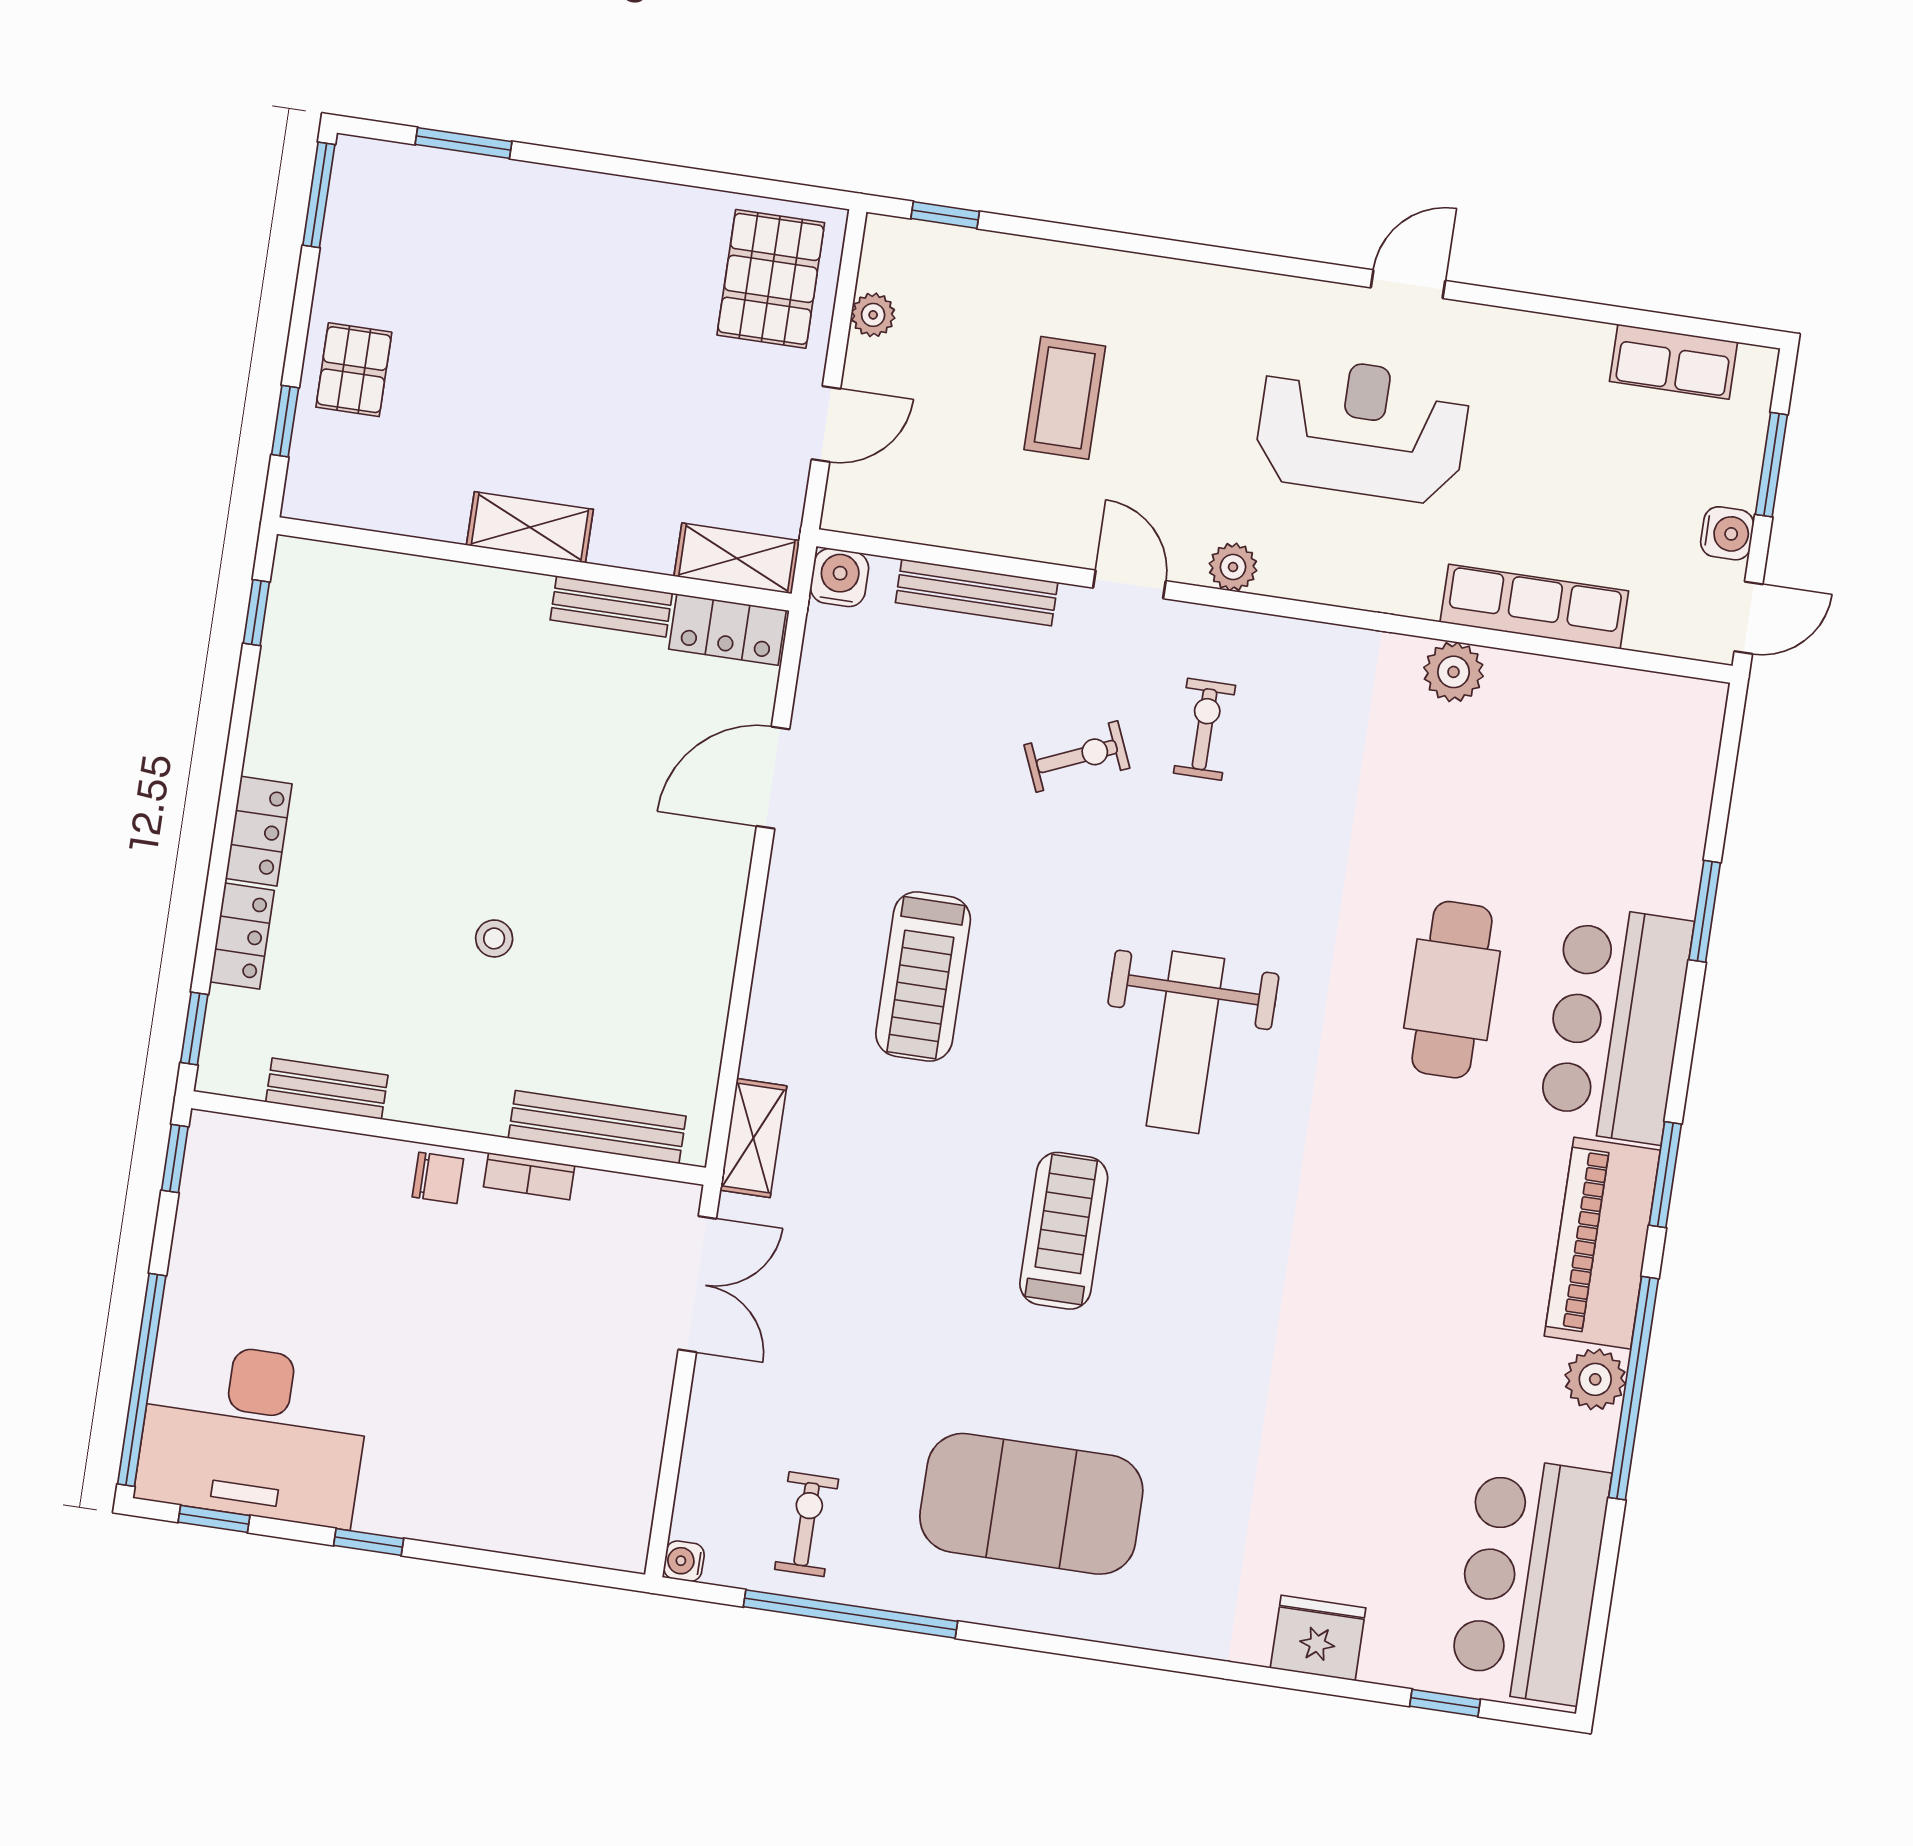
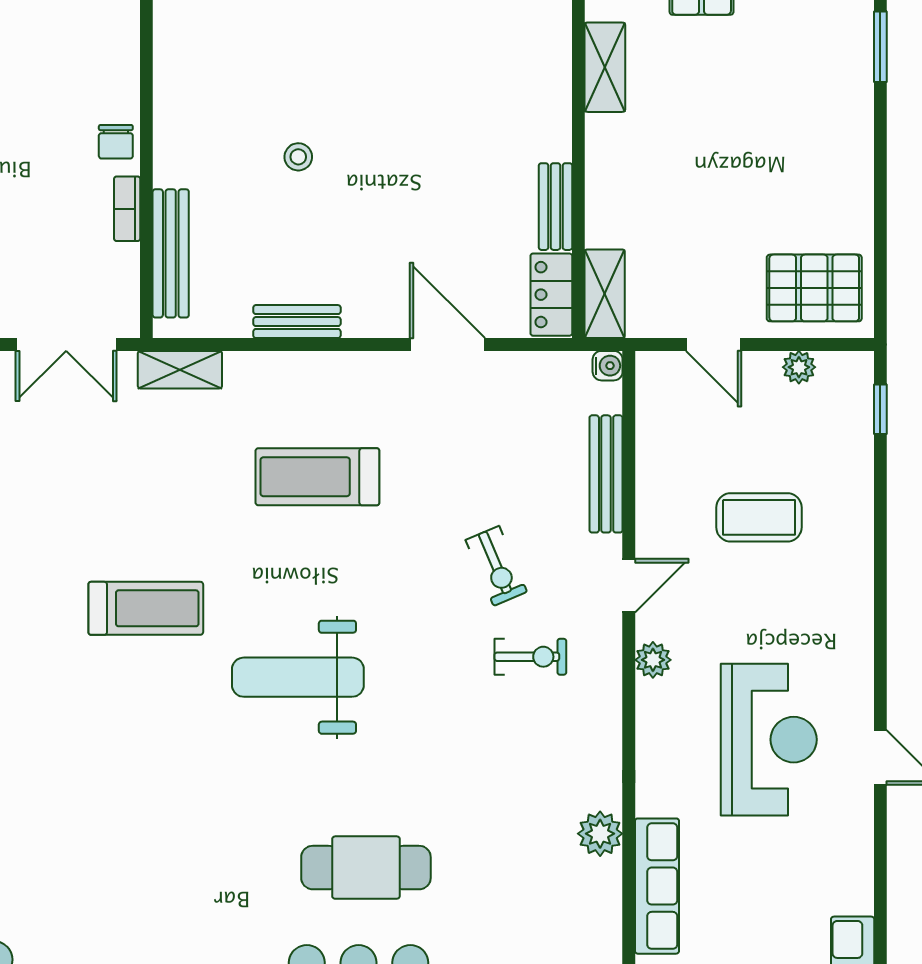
shelving: (530, 527) -> (605, 67), moved
water cooler: (839, 578) -> (608, 366), width x0.72, depth x0.72
bench: (327, 1089) -> (297, 322), moved, turned 90

